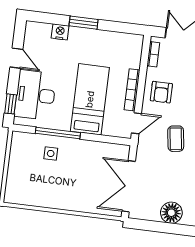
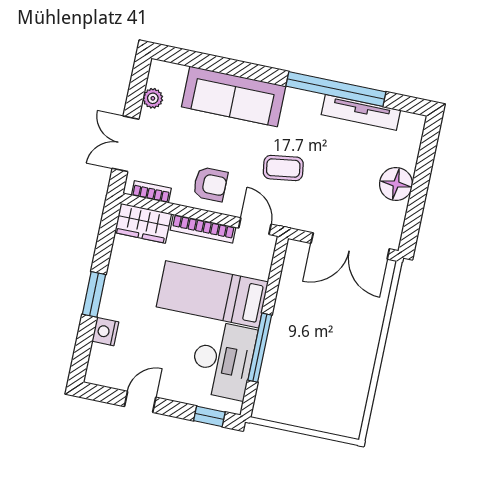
wardrobe: (132, 51) -> (143, 223), added
desk: (35, 95) -> (223, 360), moved, turned -90
side table: (51, 153) -> (290, 361), removed

